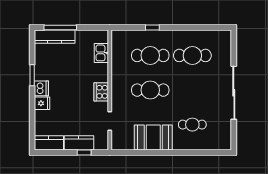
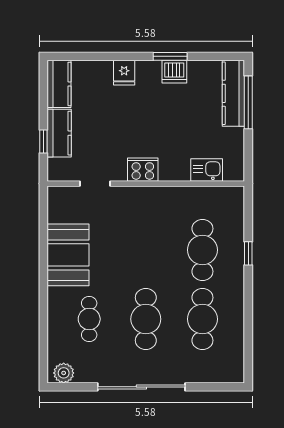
dishwasher: (41, 88) -> (174, 72), moved
cafe table: (150, 90) -> (146, 319), moved
plant: (225, 140) -> (64, 373), added

